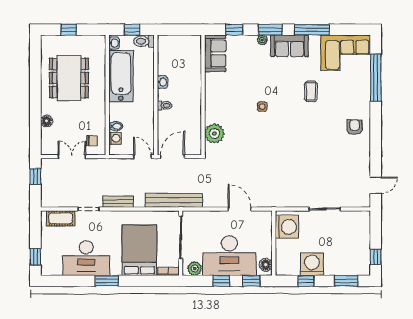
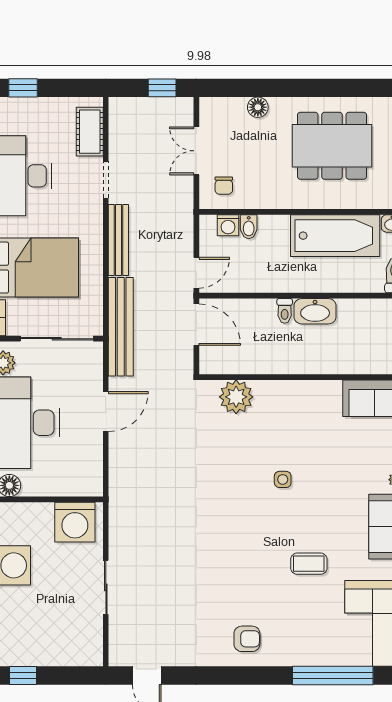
washbasin: (162, 82) -> (315, 311), width x1.91, depth x1.45
double door: (72, 157) -> (196, 151), swing flipped
bench: (118, 202) -> (118, 240), width x1.36
door: (240, 209) -> (106, 412), moved

